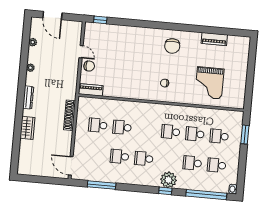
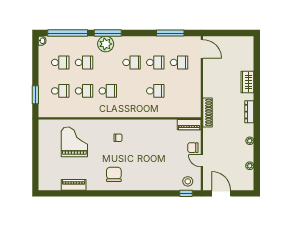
door: (52, 15) -> (221, 193), moved
stool: (97, 32) -> (188, 181), added
shoe rack: (70, 115) -> (207, 112), moved
school desk: (98, 125) -> (179, 62), moved
window: (165, 191) -> (108, 33), width x2.17

